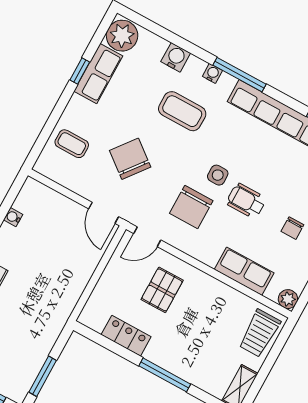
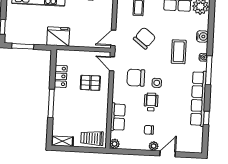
fridge: (55, 307) -> (58, 37), added

